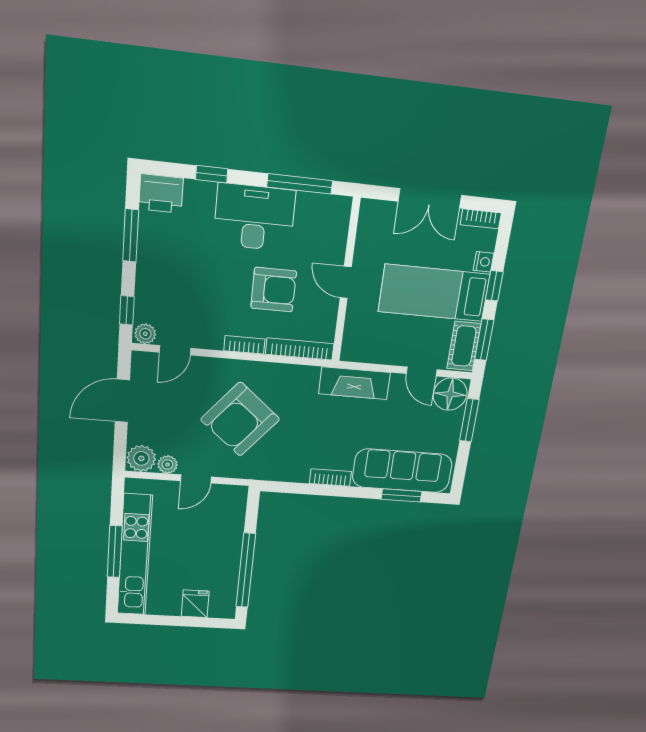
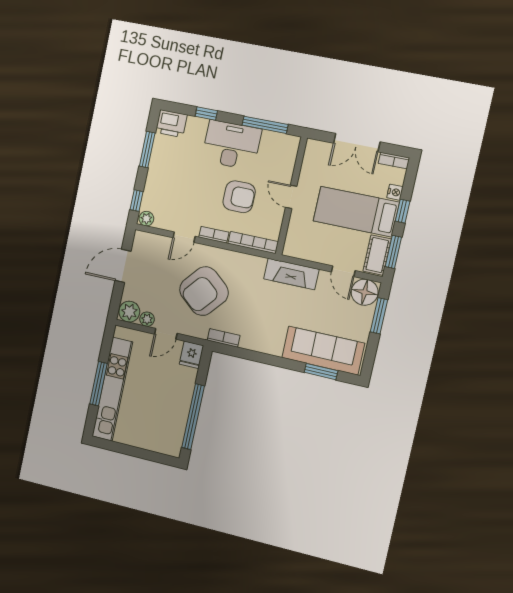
door: (175, 350) -> (184, 237), moved
bookcase: (330, 477) -> (224, 338), moved
fridge: (195, 604) -> (191, 355), moved, turned 180

